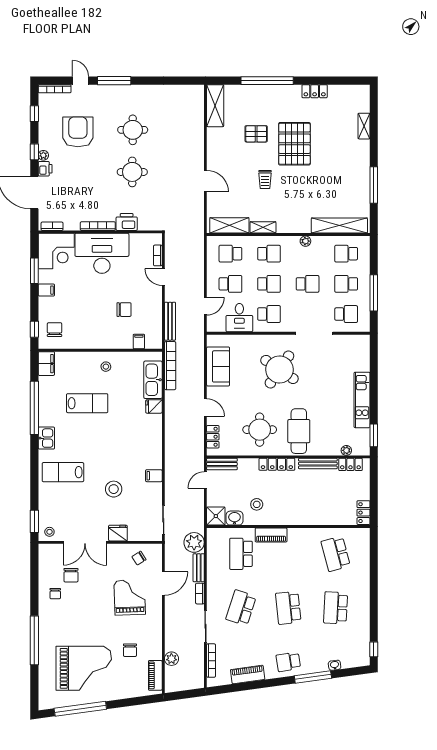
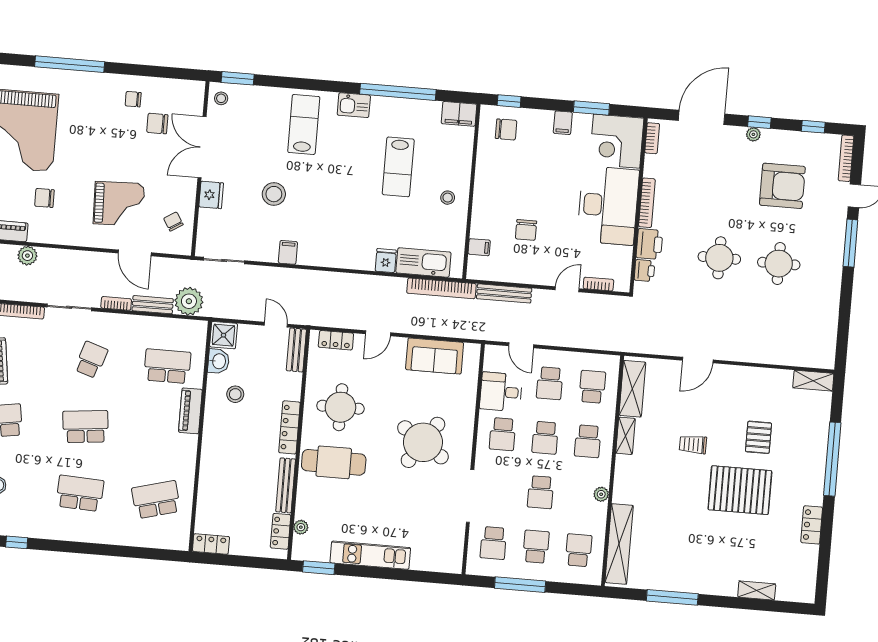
shelving: (215, 106) -> (813, 381), width x0.67, depth x0.75
printer: (45, 169) -> (644, 271), moved, turned -90
school desk: (241, 608) -> (91, 360), width x0.54

